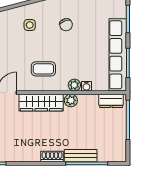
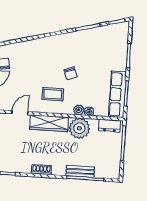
side table: (30, 25) -> (43, 55), removed
chair: (66, 25) -> (71, 73), moved
row of seats: (118, 55) -> (117, 94), width x0.73
plant: (71, 100) -> (79, 128), width x1.87, depth x1.87
shoe rack: (52, 156) -> (41, 170), moved

